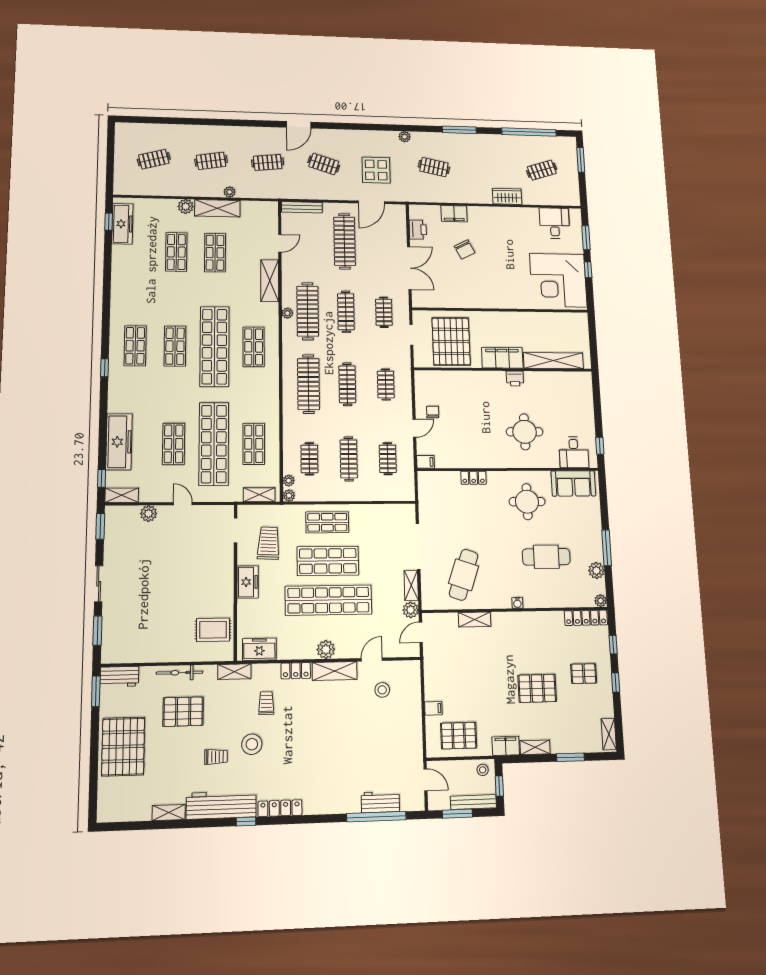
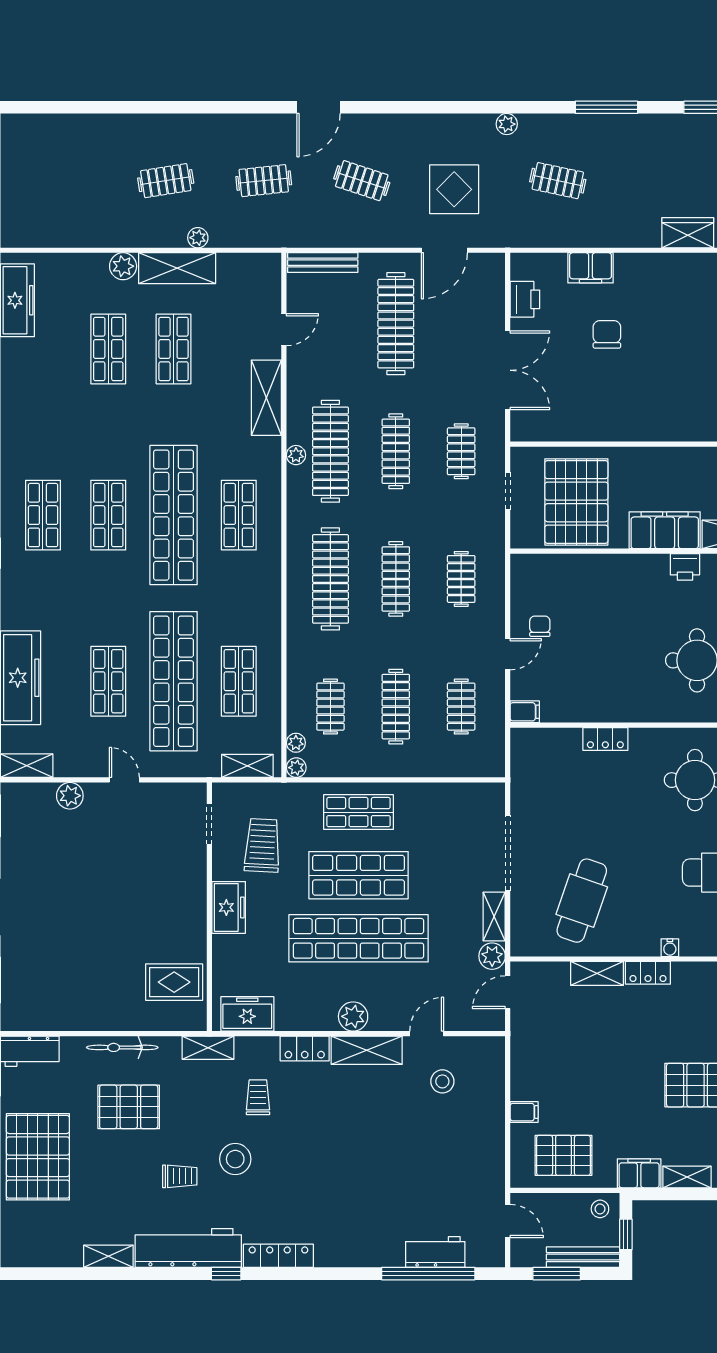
clothes rail: (154, 159) -> (68, 181), removed
chair: (465, 249) -> (607, 334), turned -153
locker: (505, 619) -> (648, 973), added

